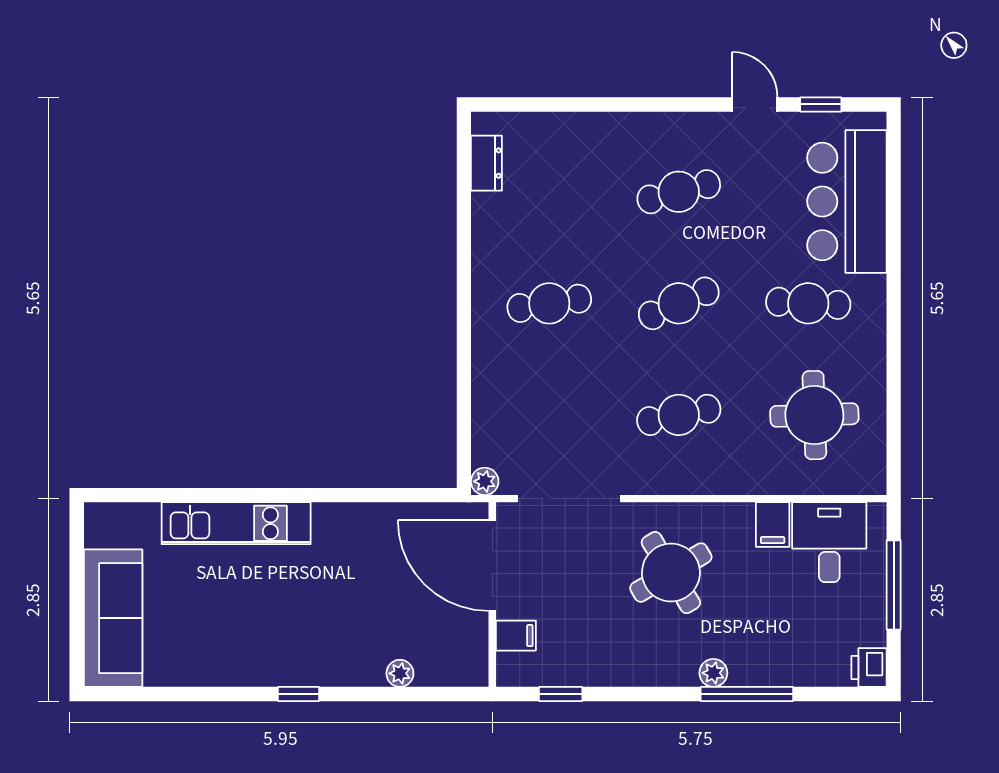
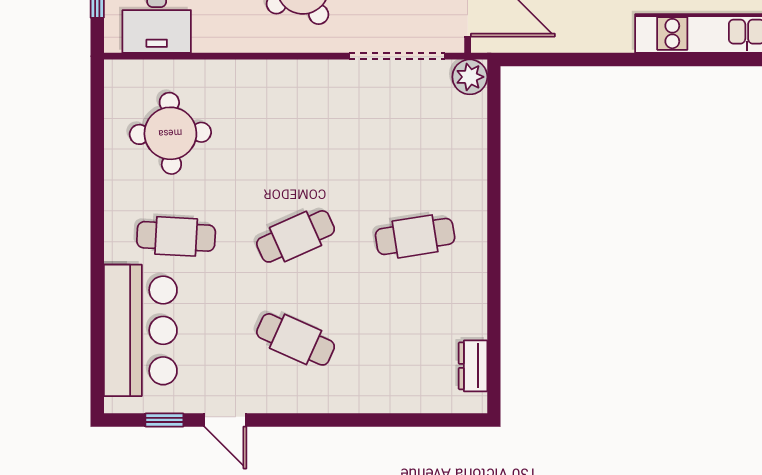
cafe table: (679, 192) -> (296, 339), turned 39
cafe table: (679, 415) -> (296, 133), removed
plant: (485, 481) -> (470, 77), width x1.38, depth x1.38
filing cabinet: (773, 525) -> (209, 32), removed

